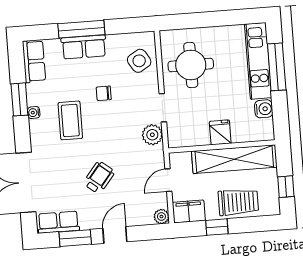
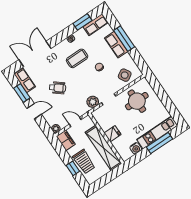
window: (19, 99) -> (82, 22), moved
window: (286, 187) -> (104, 180), removed
window: (217, 227) -> (73, 168), moved

